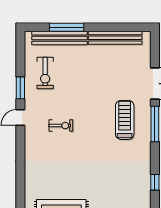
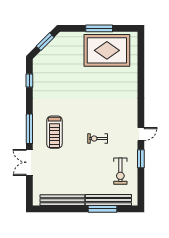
exercise bike: (45, 73) -> (120, 171), turned 180
exercise bike: (61, 126) -> (98, 138), moved

